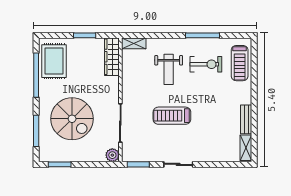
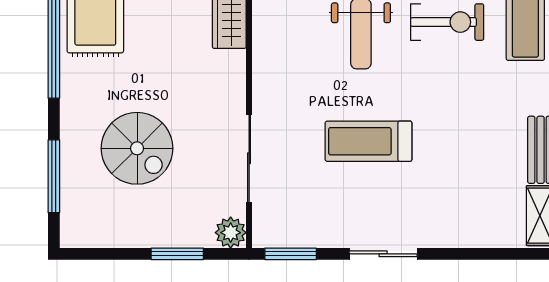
spiral stairs: (72, 119) -> (137, 148), width x0.73, depth x0.73
window: (60, 164) -> (177, 254), moved

